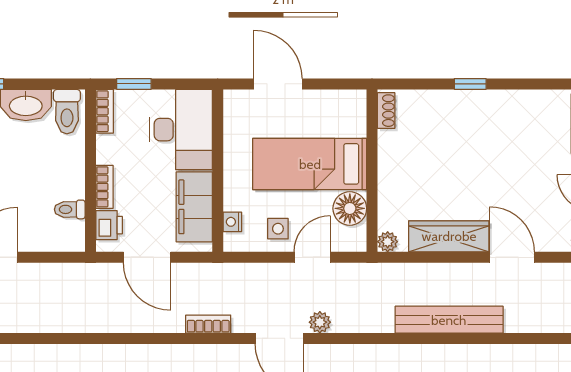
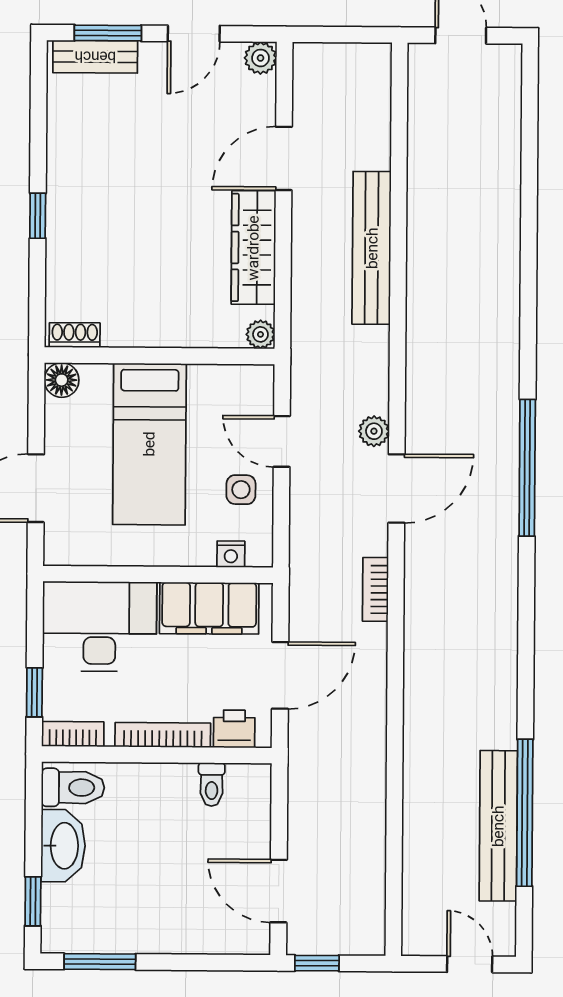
bookcase: (104, 187) -> (163, 735), width x1.56
floor lamp: (350, 208) -> (62, 380), moved, width x0.73, depth x0.73

